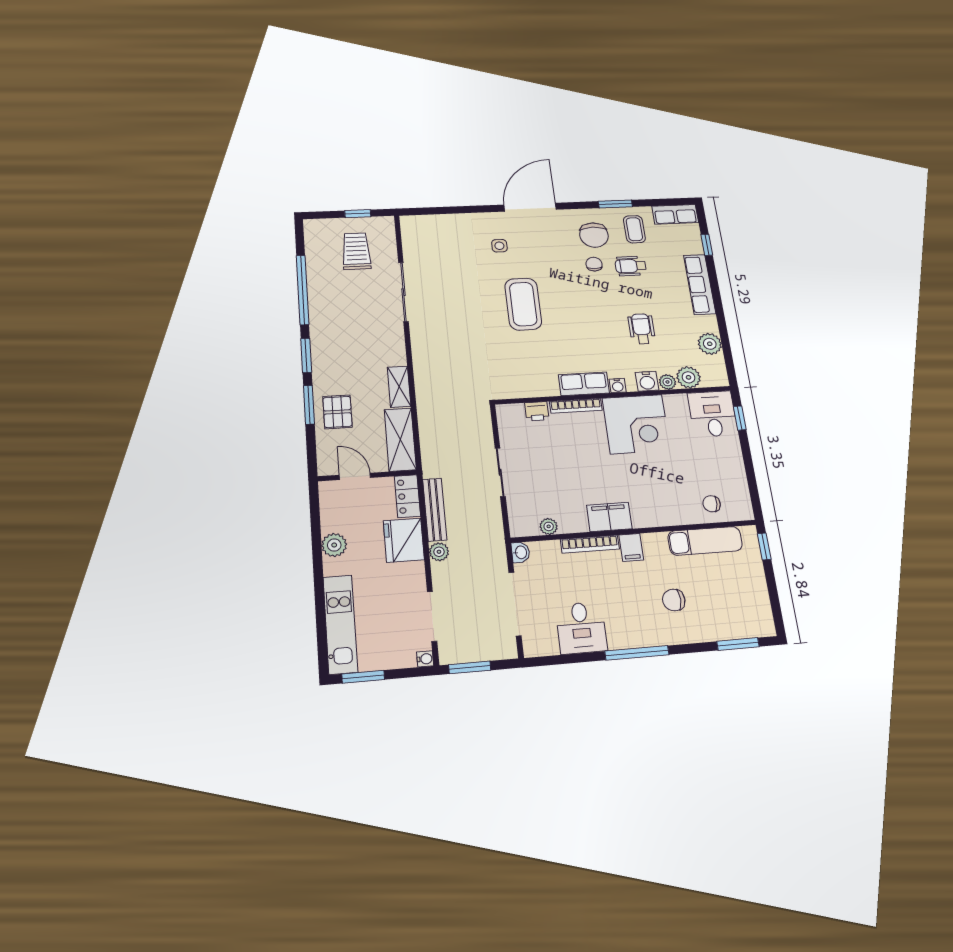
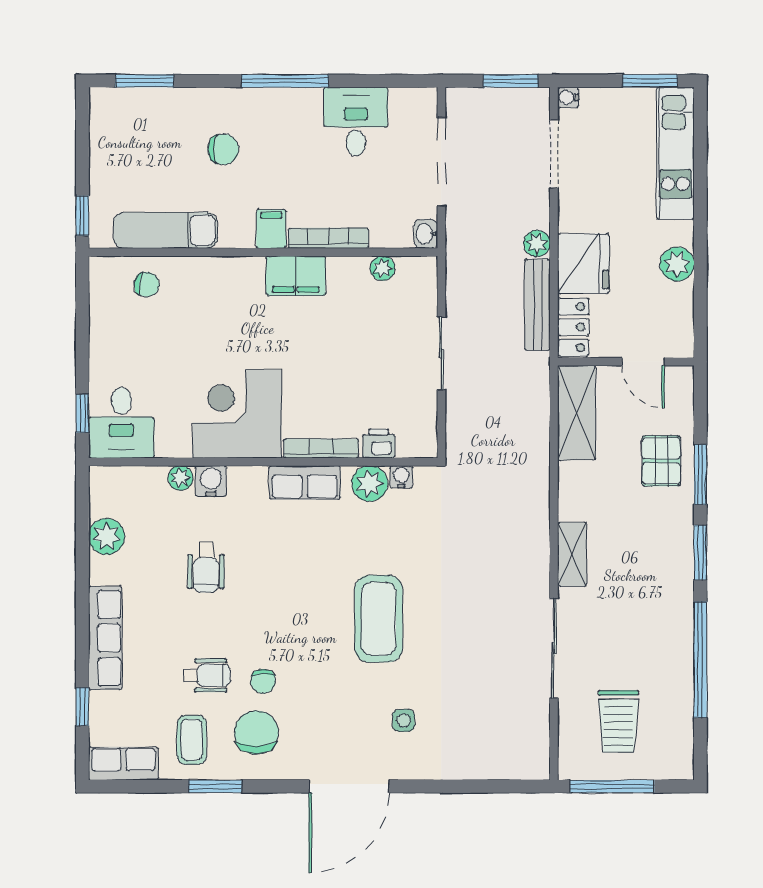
window: (358, 214) -> (612, 786), width x2.17
plant: (688, 377) -> (370, 483), moved
water cooler: (618, 386) -> (401, 477), moved
shelving: (399, 387) -> (572, 554), moved

